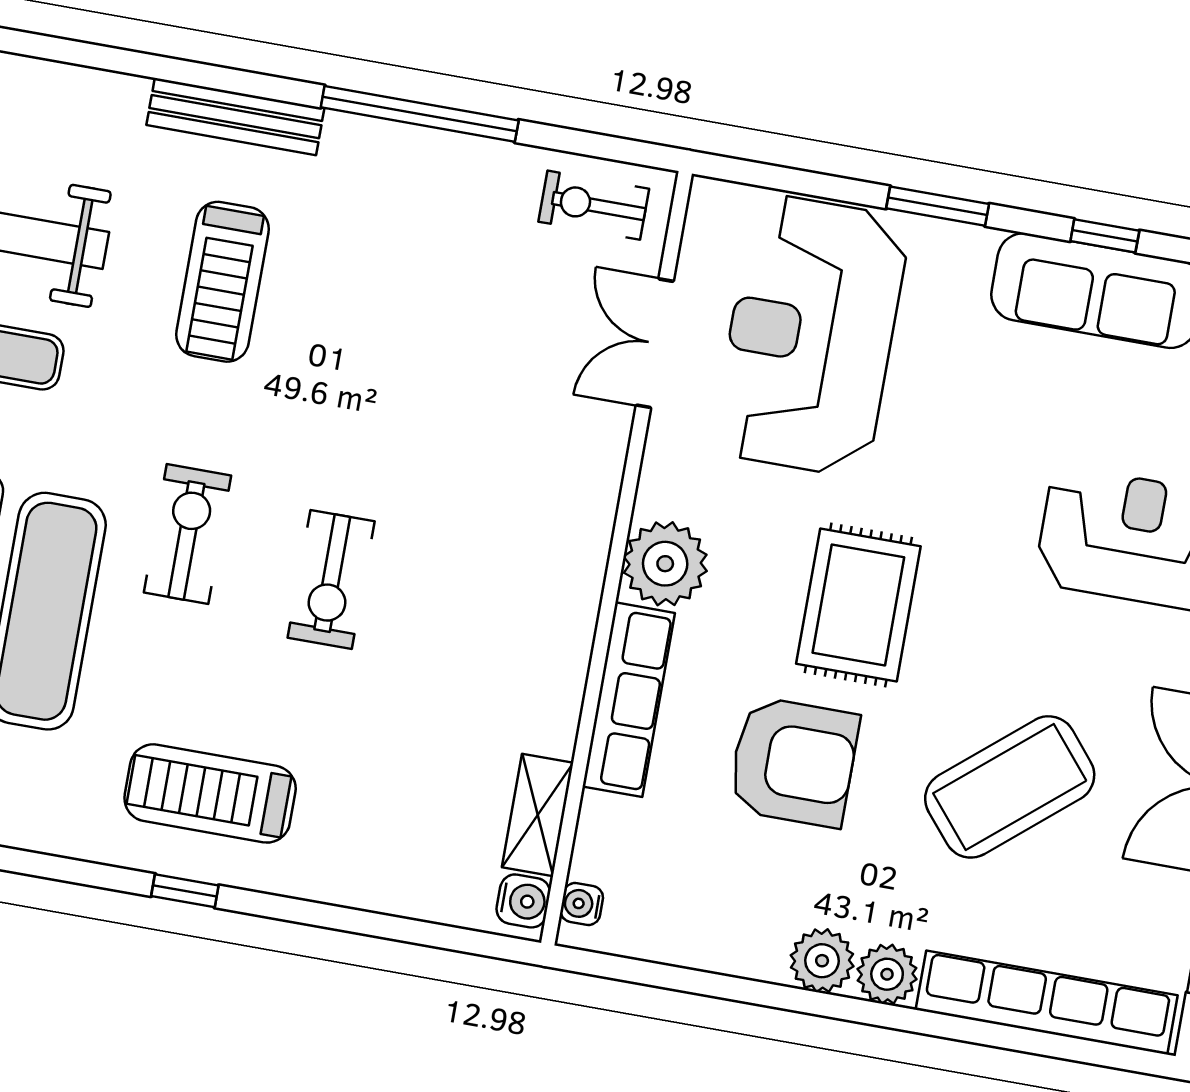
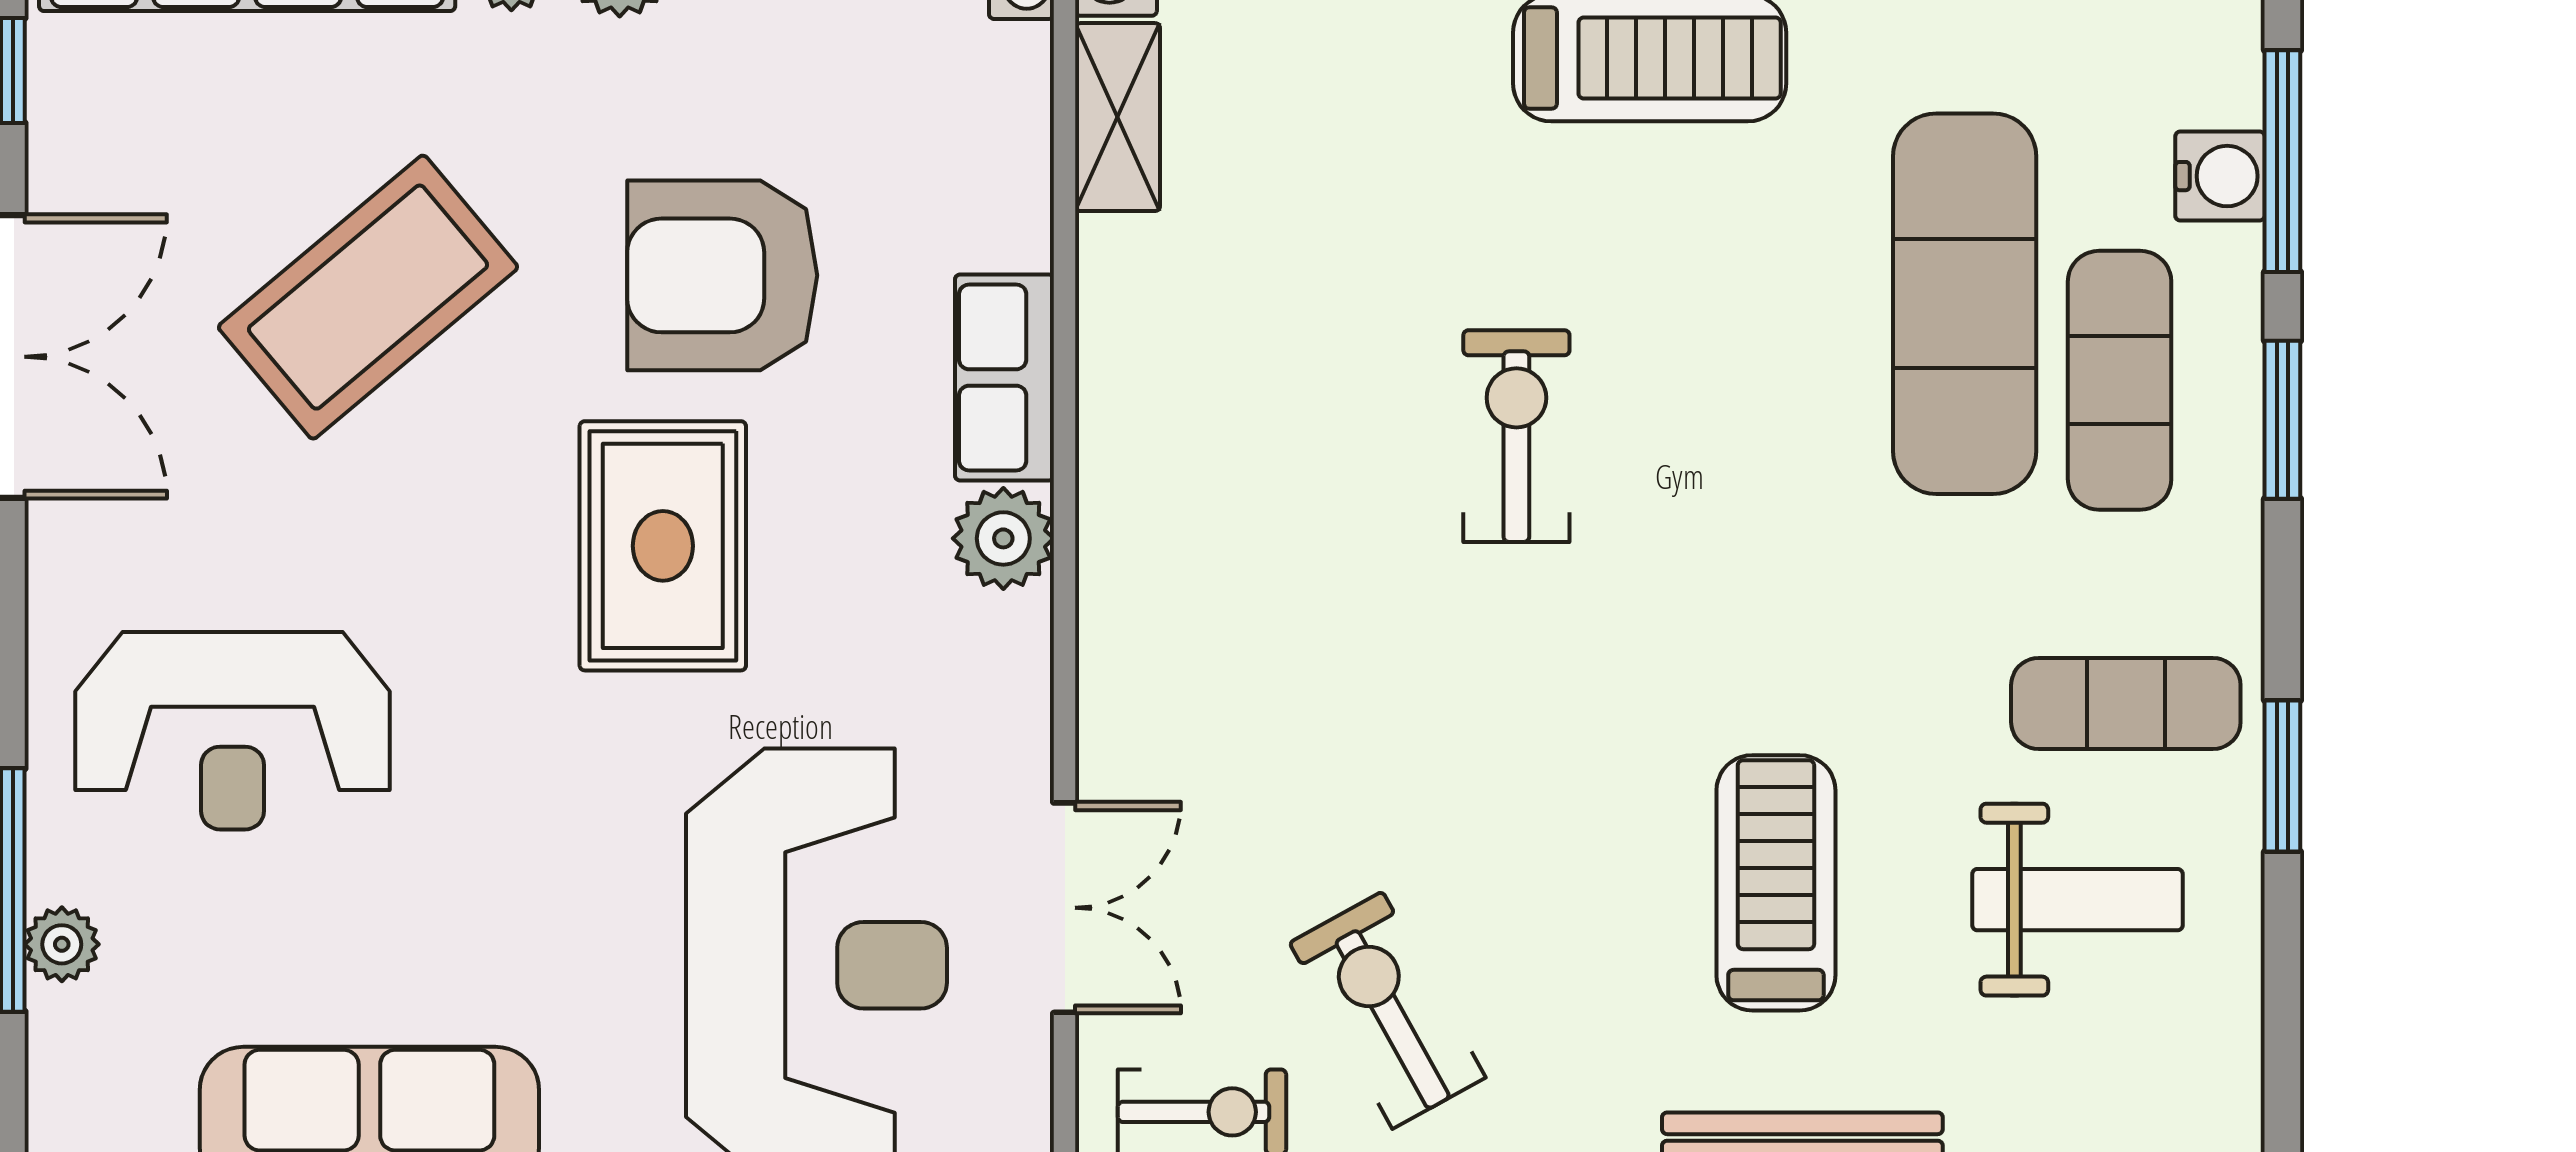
exercise bike: (187, 534) -> (1387, 1010), moved, turned 151
plant: (665, 564) -> (1003, 538), width x0.73, depth x0.73
row of seats: (629, 700) -> (1004, 377), width x0.68

